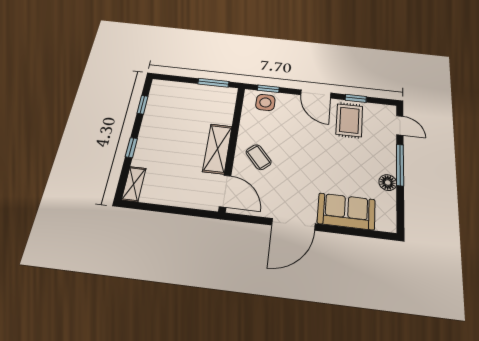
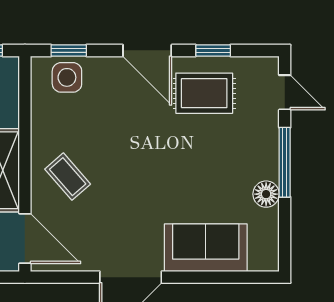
rug: (349, 120) -> (204, 93), turned 90

